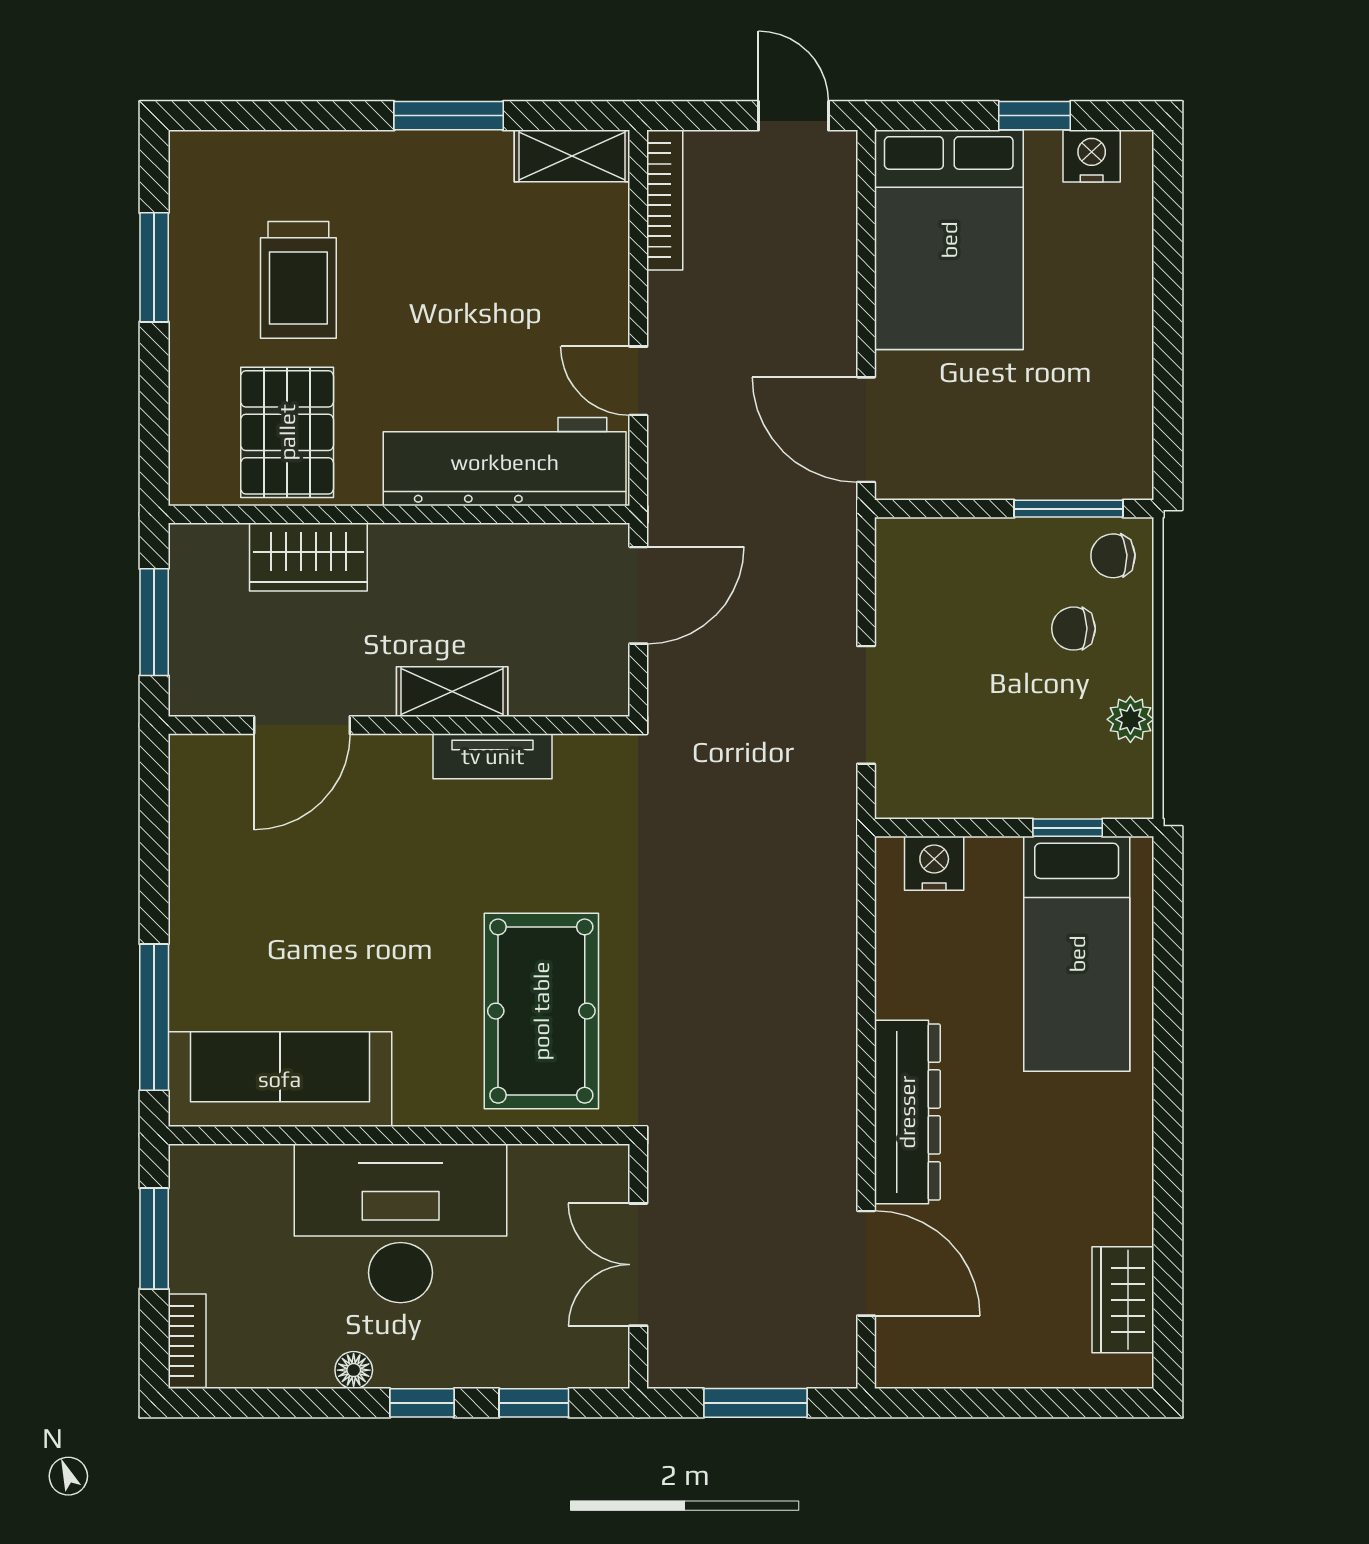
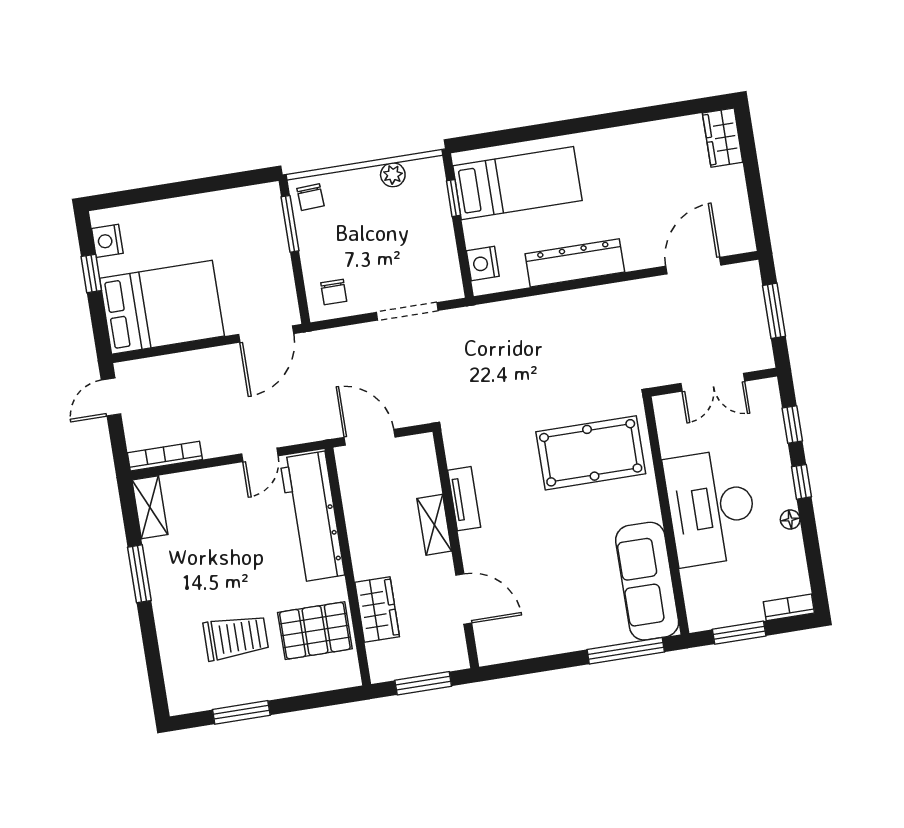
chair: (1073, 629) -> (334, 292), moved
dresser: (907, 1112) -> (575, 263), moved
wardrobe: (1123, 1300) -> (723, 138), moved, turned 90

